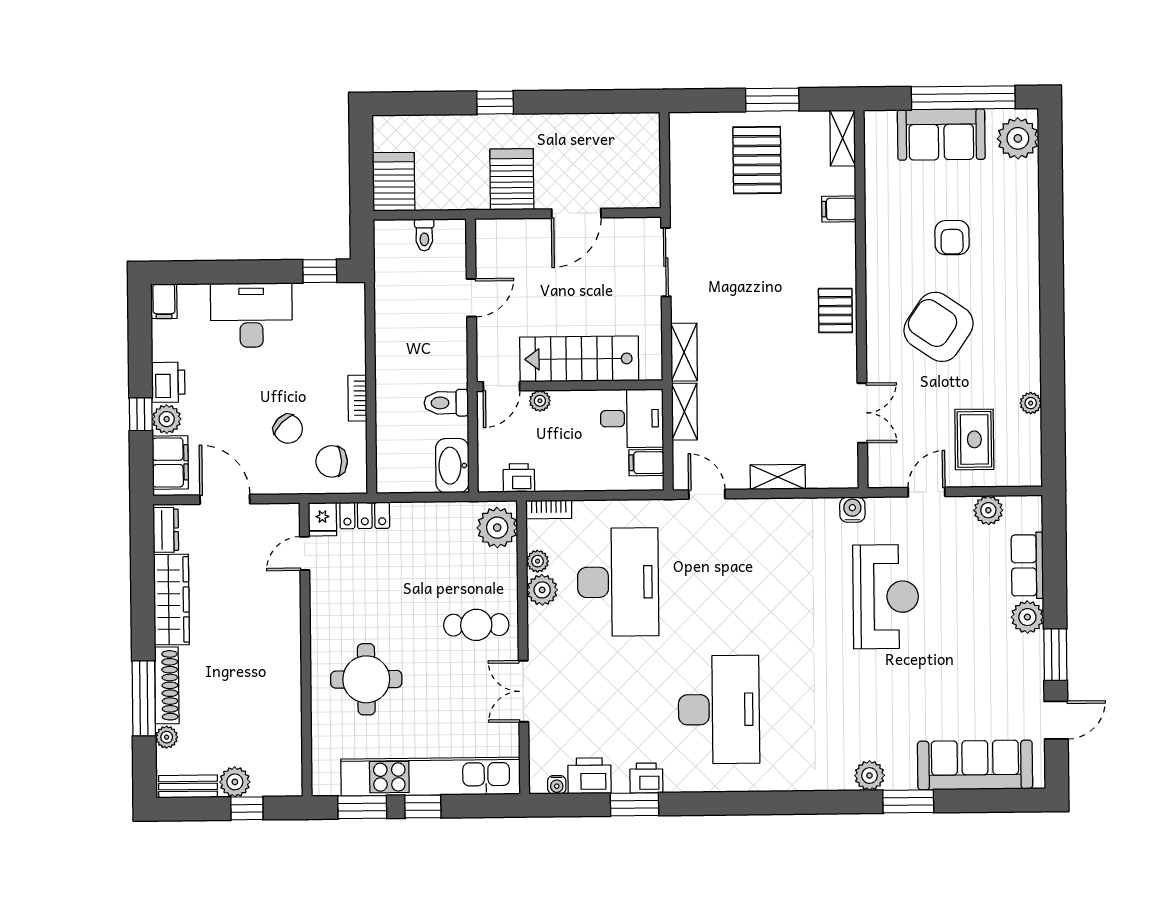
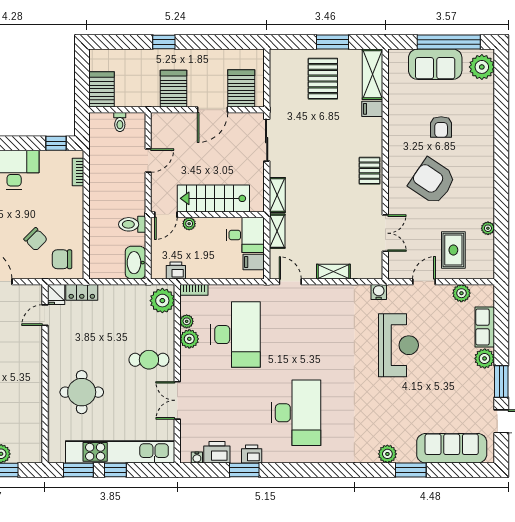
shelving: (843, 138) -> (373, 74), width x1.50, depth x1.33
server rack: (623, 178) -> (241, 88), added
bookcase: (357, 398) -> (78, 172), moved

